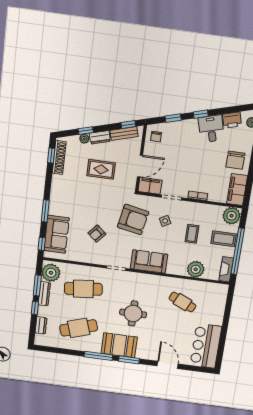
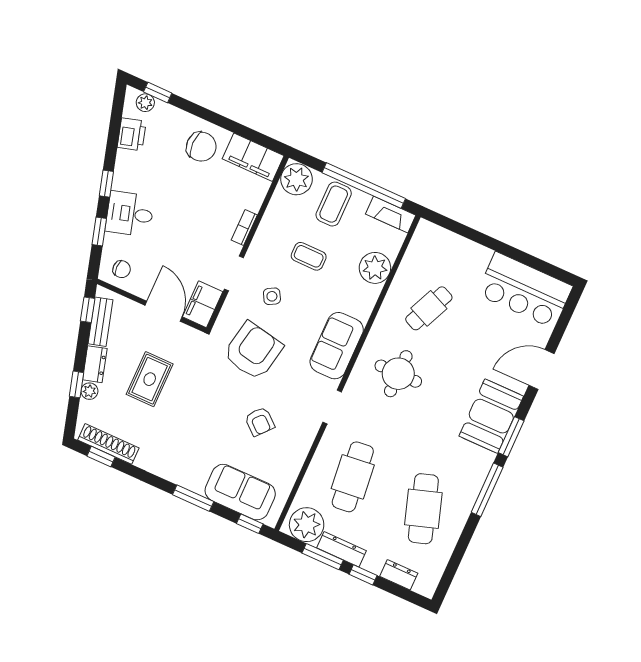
desk: (211, 129) -> (130, 214), moved
round table: (133, 313) -> (398, 374), moved
booth: (119, 345) -> (491, 416), moved

